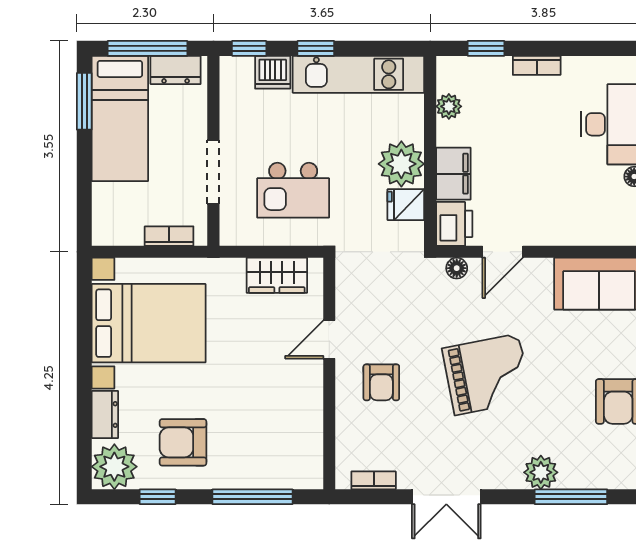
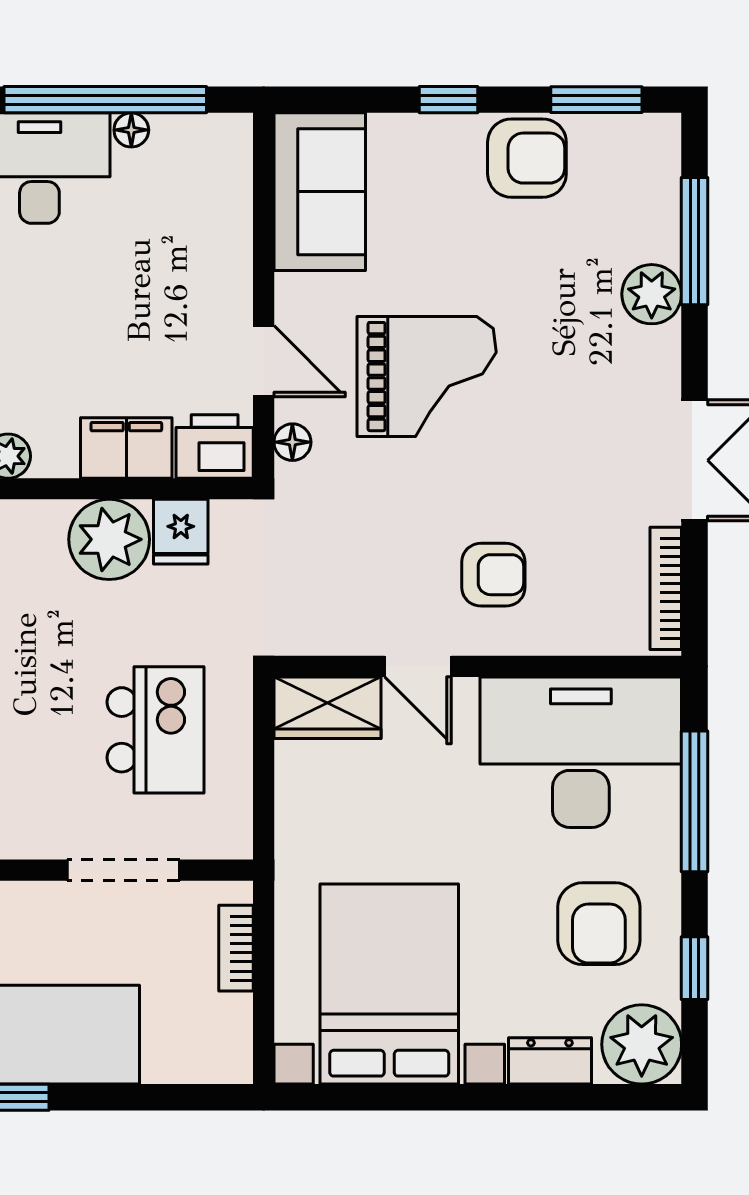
wardrobe: (277, 275) -> (327, 708), moved, turned 90
grand piano: (487, 374) -> (427, 377), moved, turned 101
desk: (280, 432) -> (581, 752), added
bookcase: (374, 480) -> (666, 588), width x1.56

